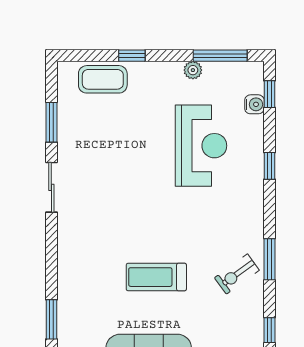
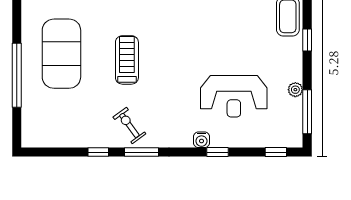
water cooler: (254, 104) -> (201, 140), moved
window: (270, 330) -> (98, 152), moved

